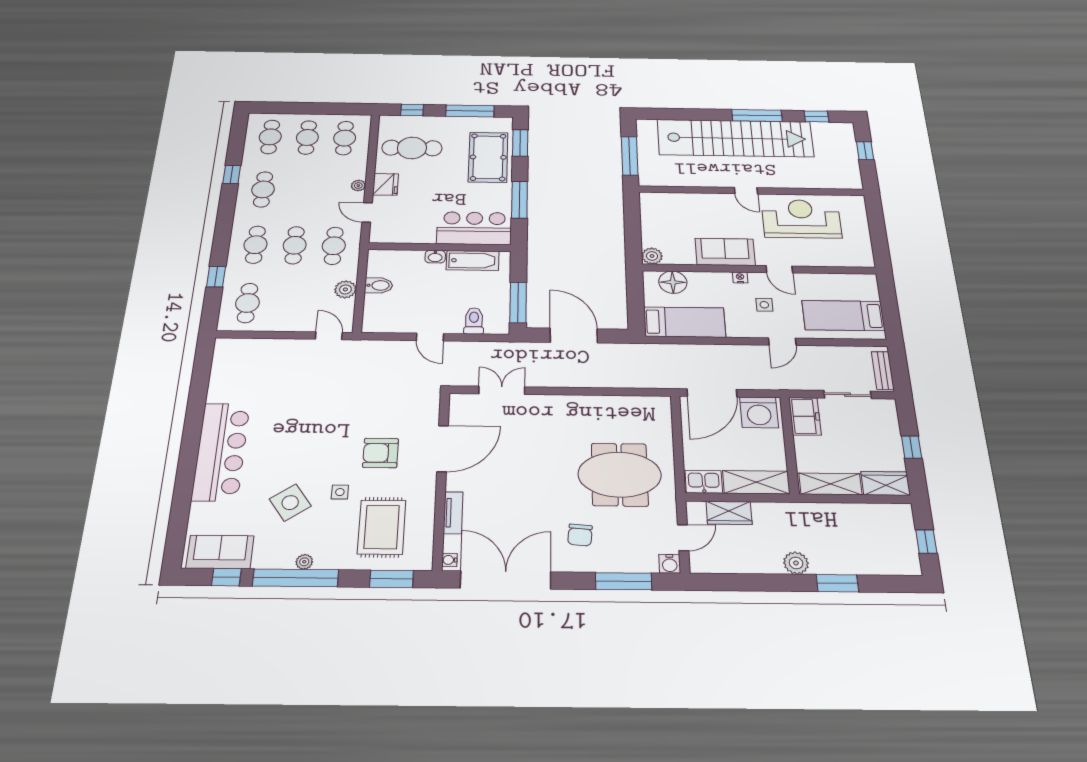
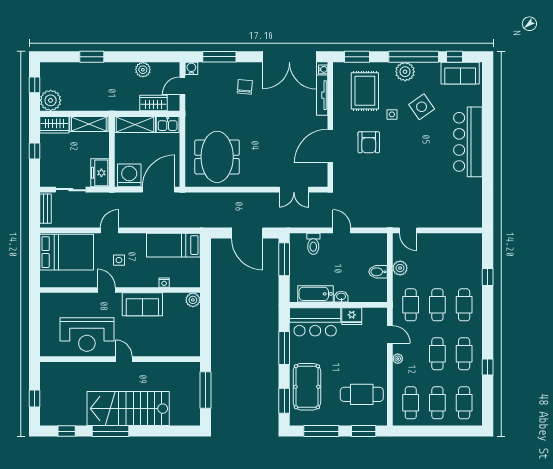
window: (412, 110) -> (364, 431), width x1.50
stairs: (735, 138) -> (128, 409), width x0.73
fridge: (386, 184) -> (352, 316), moved, turned -90
nightstand: (740, 277) -> (164, 283), moved
floor lamp: (673, 282) -> (180, 278), removed
cafe table: (247, 303) -> (437, 354), moved
bed: (843, 316) -> (67, 252), width x1.50
armchair: (381, 453) -> (369, 142), turned 90
meeting table: (620, 475) -> (217, 157), moved, turned 90
tv unit: (453, 513) -> (322, 95), width x1.41
plant: (897, 518) -> (51, 100), added
plant: (304, 562) -> (405, 72), width x1.88, depth x1.88
plant: (796, 563) -> (143, 70), moved

